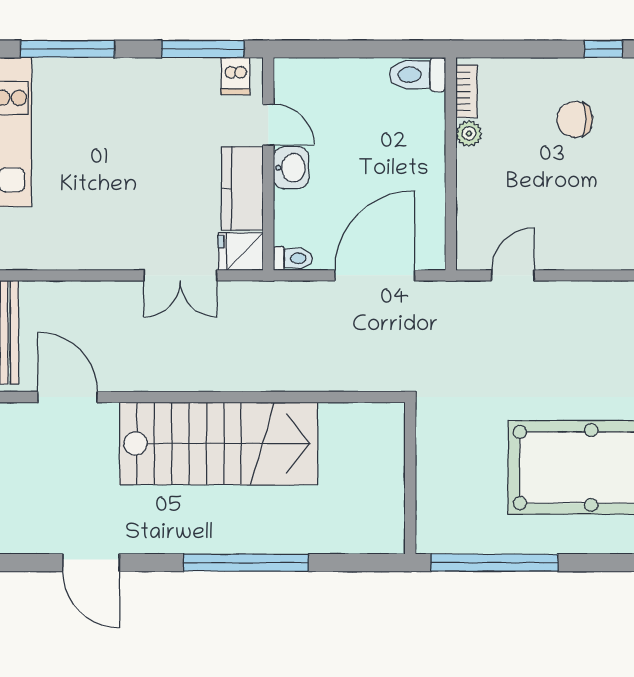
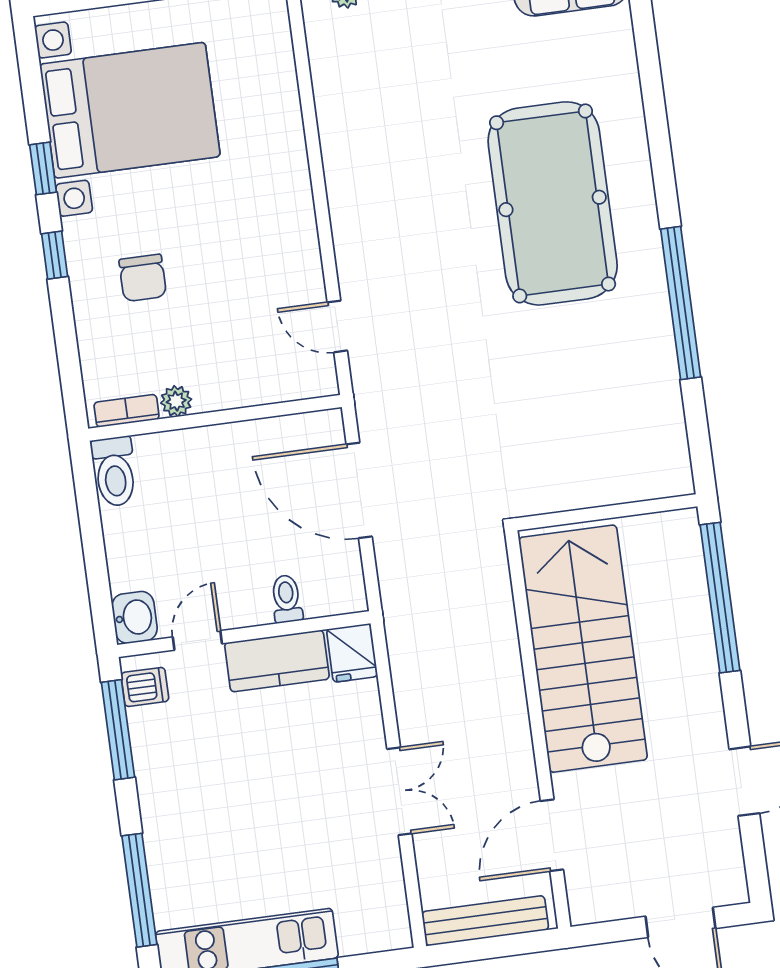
washbasin: (291, 168) -> (134, 617), moved, turned 90
toilet: (293, 258) -> (287, 599), moved
double door: (180, 275) -> (399, 791), moved
wall: (410, 478) -> (607, 512), moved

